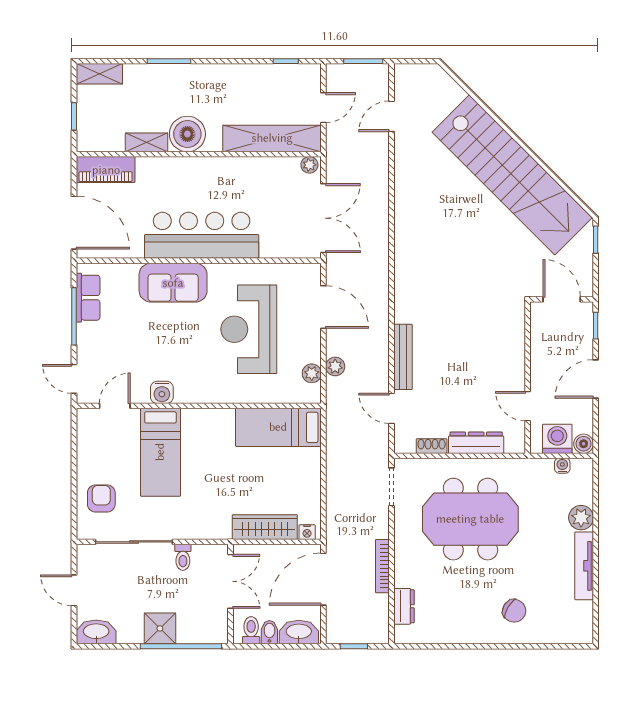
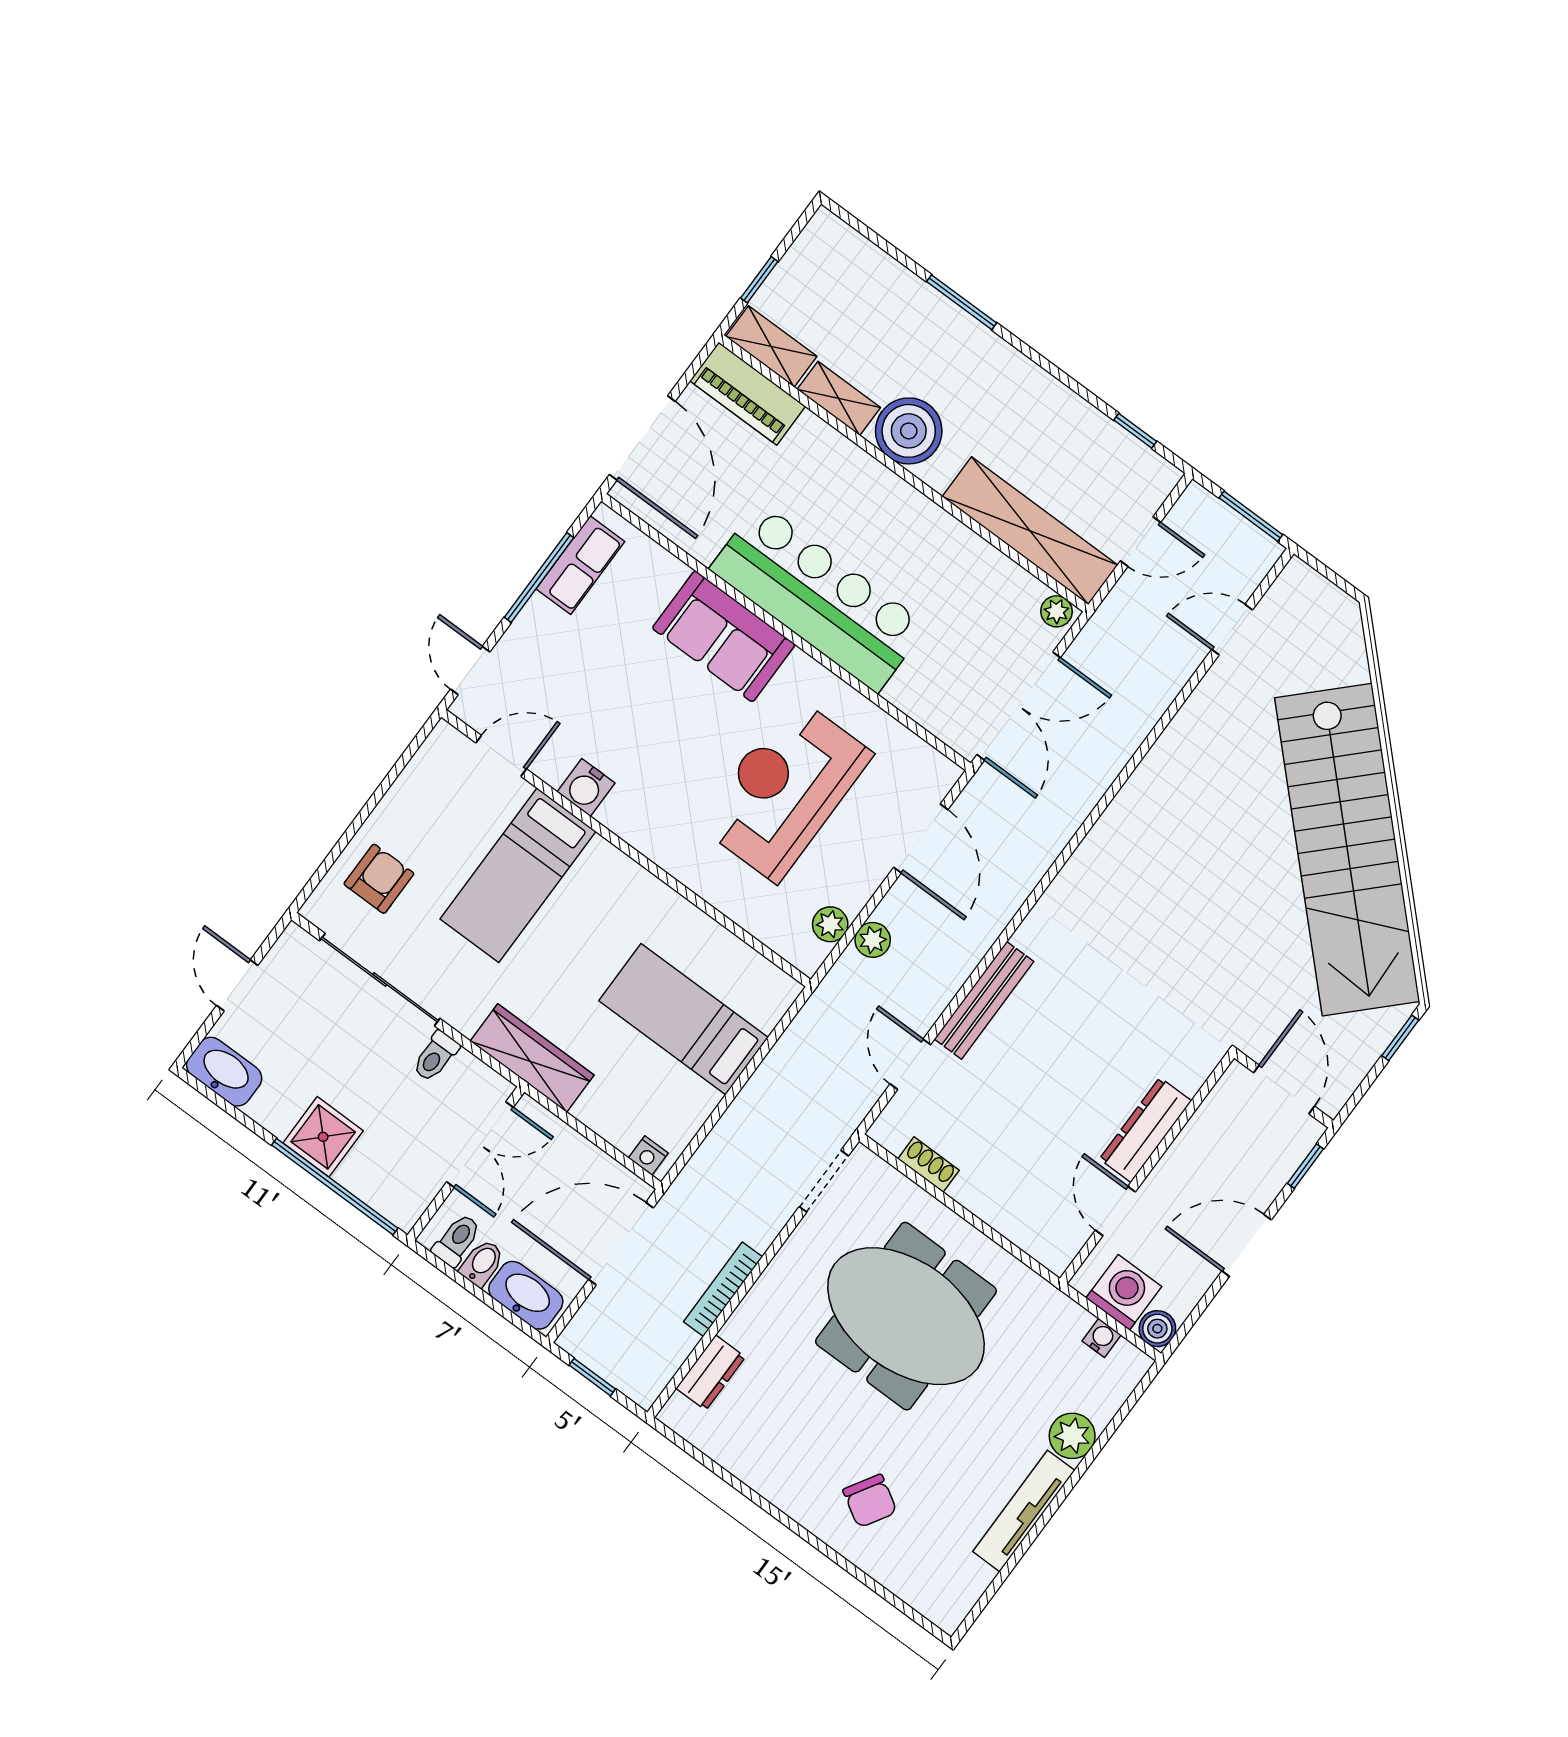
shelving: (99, 74) -> (771, 346), moved
bed: (278, 427) -> (683, 1019), moved
dresser: (476, 443) -> (1145, 1130), moved, turned -90
wardrobe: (265, 527) -> (532, 1058), moved

